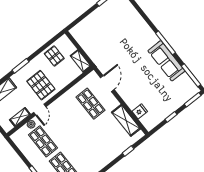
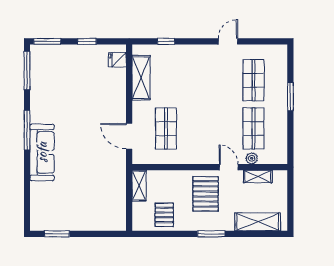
sofa: (166, 61) -> (42, 152), moved
door: (107, 84) -> (129, 136), hinge flipped
door: (40, 110) -> (229, 167), hinge flipped
fridge: (140, 111) -> (117, 60), moved

